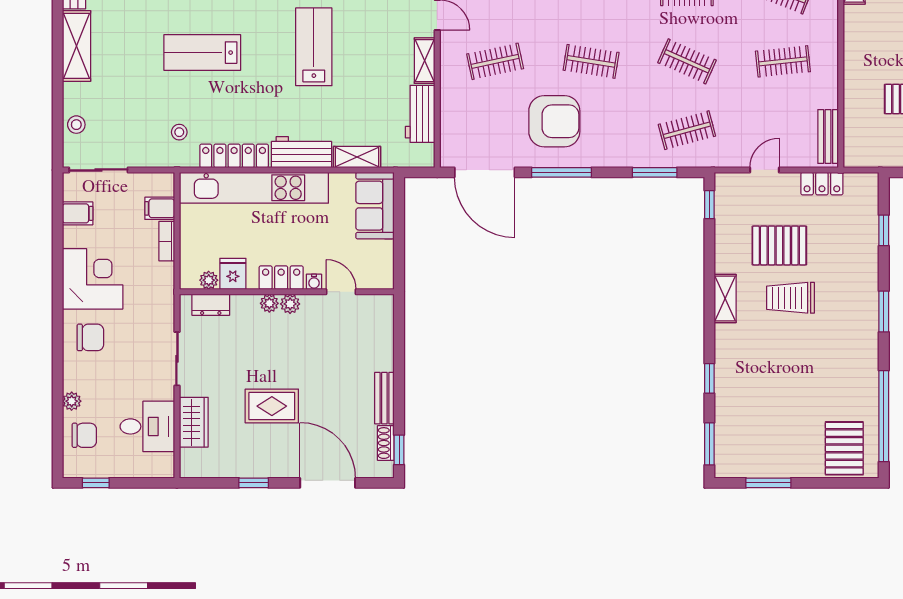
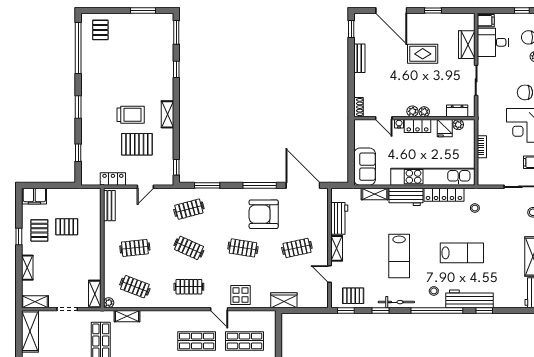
filing cabinet: (160, 208) -> (486, 21), moved
shoe rack: (386, 443) -> (359, 107), moved
pallet: (844, 448) -> (100, 30), width x0.67, depth x0.71

